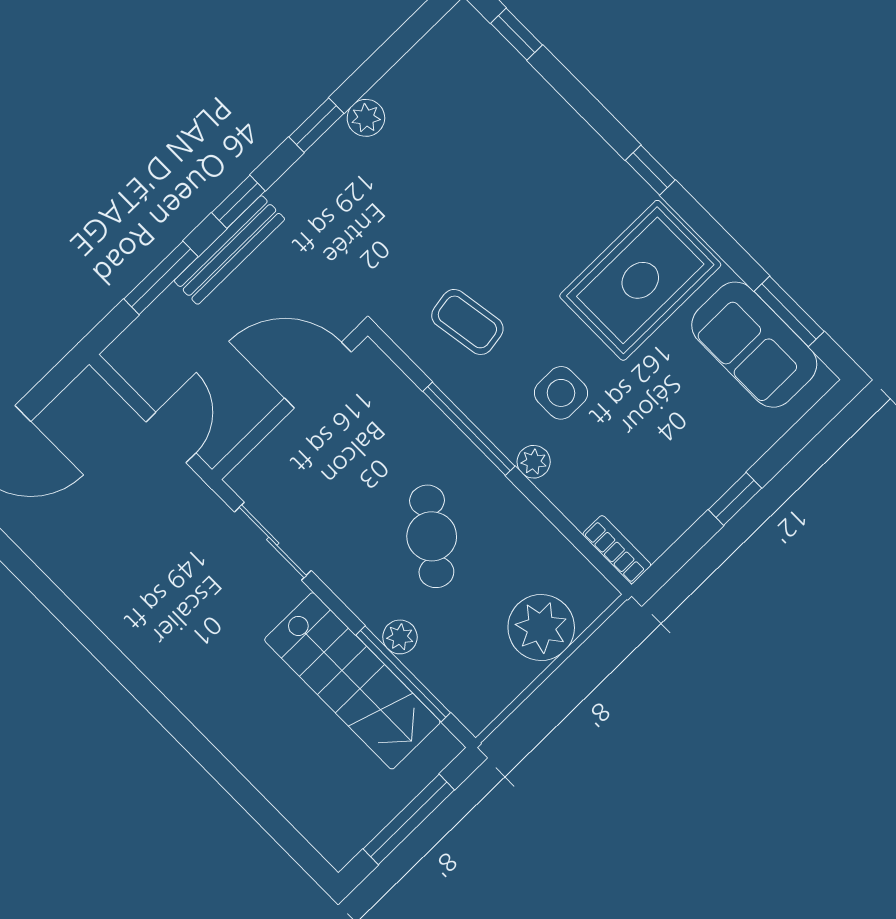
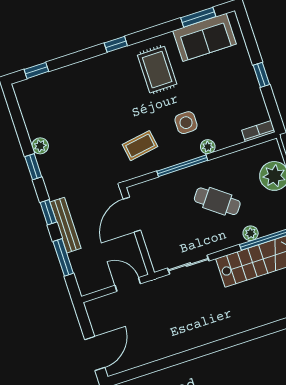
rug: (640, 280) -> (157, 70), width x0.73, depth x0.70

